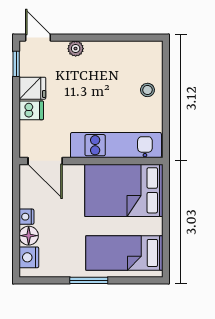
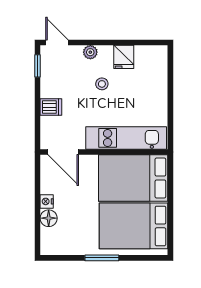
fridge: (32, 88) -> (124, 57), moved, turned 90
stool: (147, 90) -> (102, 84), moved
bed: (124, 253) -> (133, 226), width x1.50
nightstand: (29, 257) -> (49, 238), removed

